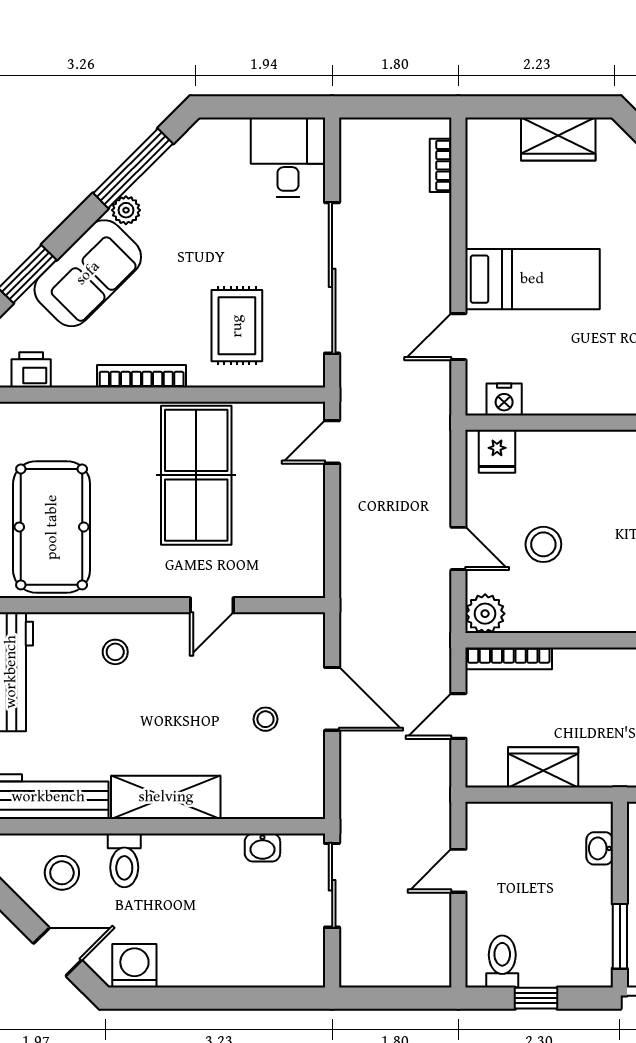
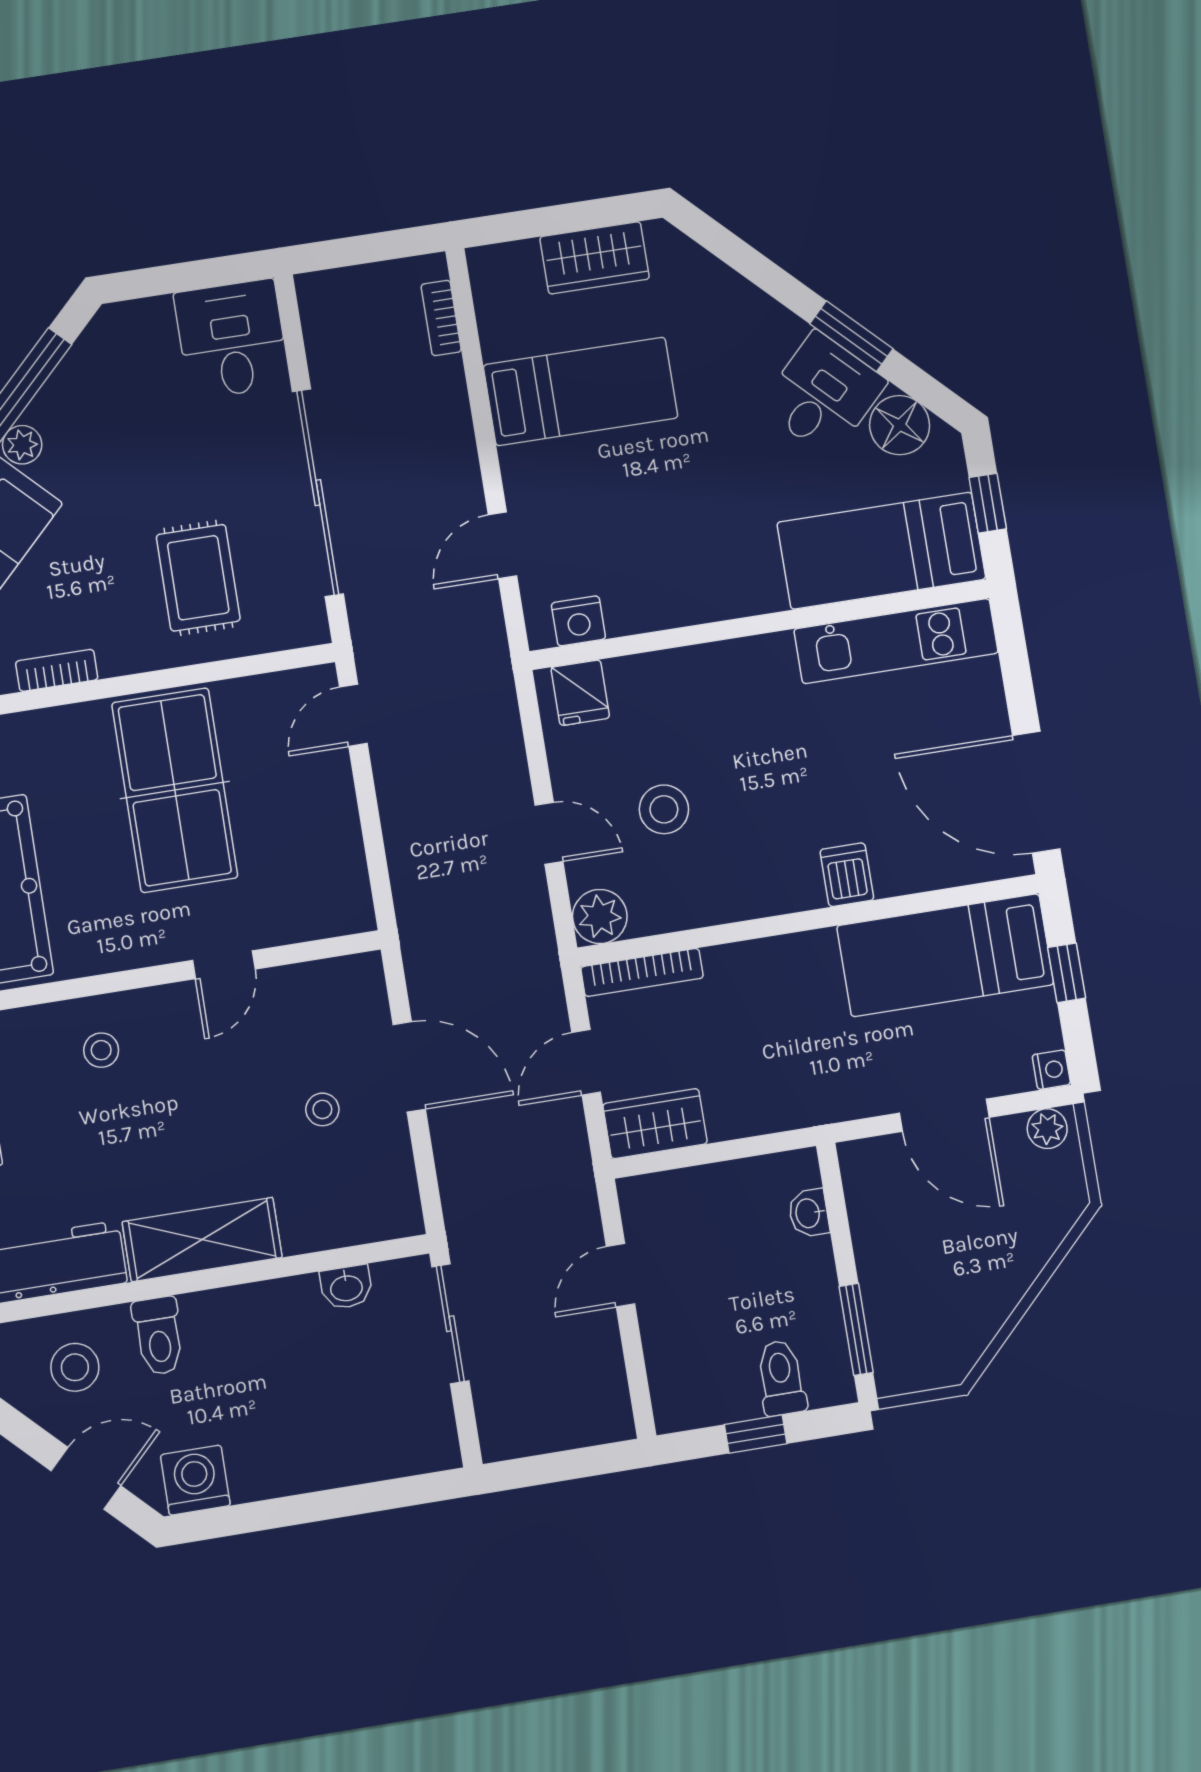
bed: (532, 279) -> (581, 391), moved
bookcase: (142, 376) -> (57, 670), width x0.64
wardrobe: (543, 767) -> (655, 1124), moved
toilet: (502, 962) -> (781, 1378), moved

